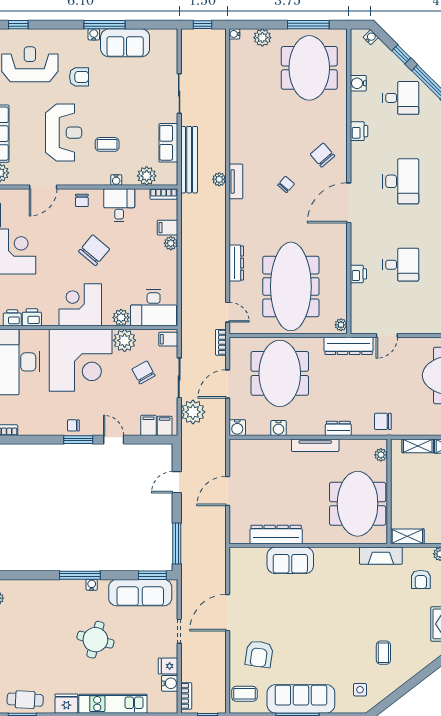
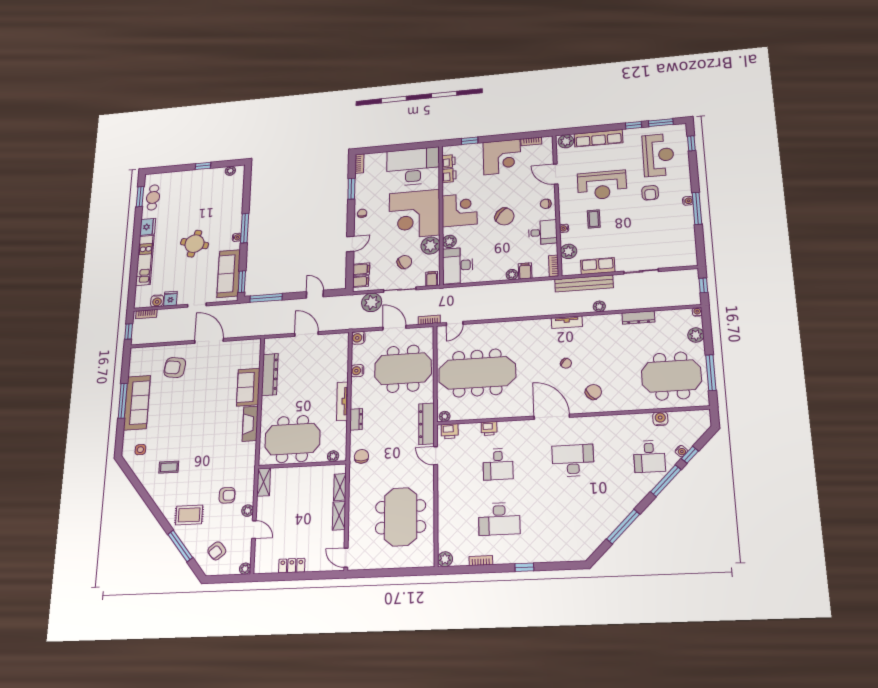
water cooler: (371, 37) -> (681, 451), moved
sofa: (125, 43) -> (682, 226), removed
printer: (359, 131) -> (450, 431), moved
plant: (219, 179) -> (599, 306), moved
desk: (401, 181) -> (573, 460), turned 180
dresser: (236, 263) -> (638, 318), moved
window: (78, 440) -> (351, 189), moved
fireplace: (381, 556) -> (250, 424), moved
armchair: (421, 579) -> (227, 495), turned 180
coffee table: (244, 694) -> (144, 358), removed

